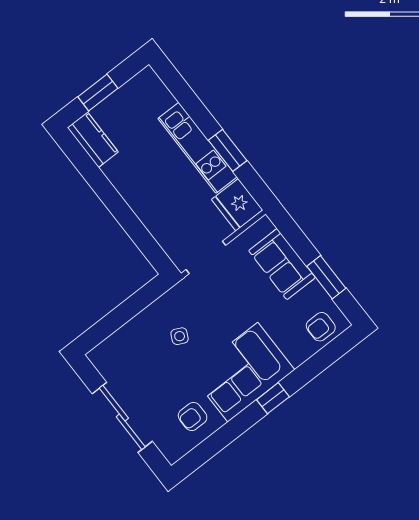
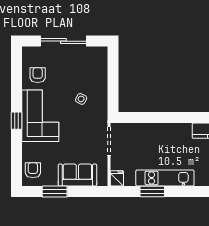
fridge: (237, 205) -> (117, 178), width x0.53, depth x0.75

